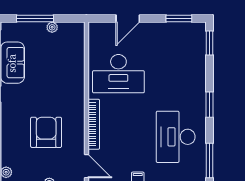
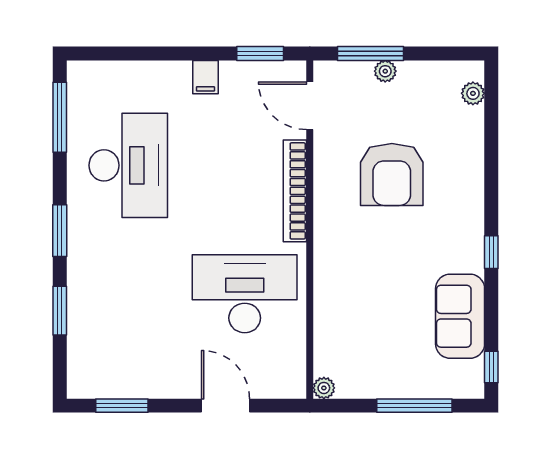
door: (128, 19) -> (226, 406), hinge flipped
plant: (52, 27) -> (324, 388), moved
window: (209, 43) -> (60, 311), moved

